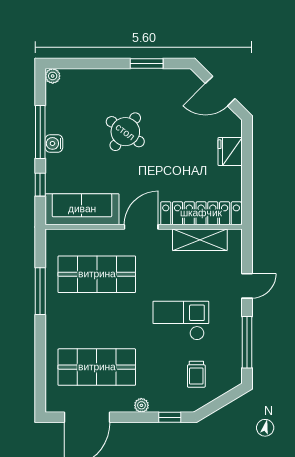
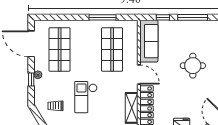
round table: (125, 132) -> (193, 66), turned -36
water cooler: (54, 143) -> (186, 25), removed
checkout: (181, 321) -> (86, 97), turned 180
window: (170, 417) -> (31, 79), moved

